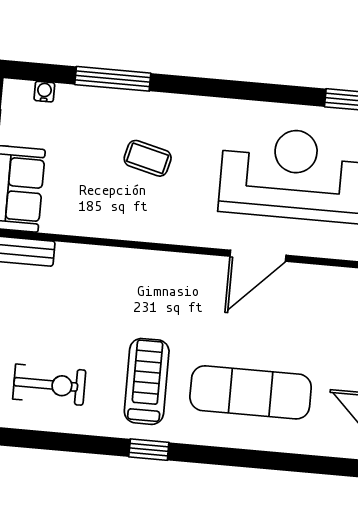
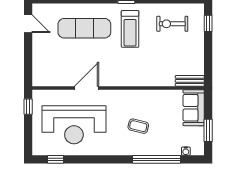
window: (113, 79) -> (157, 159), width x1.46

